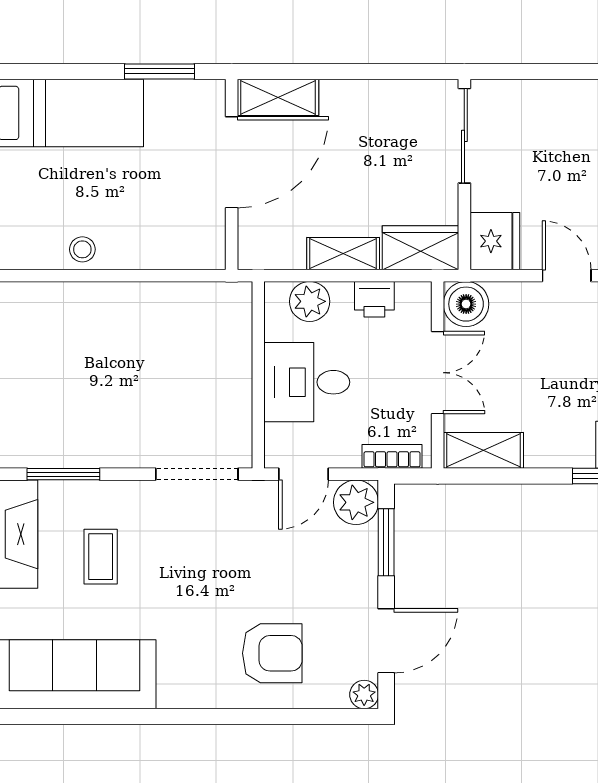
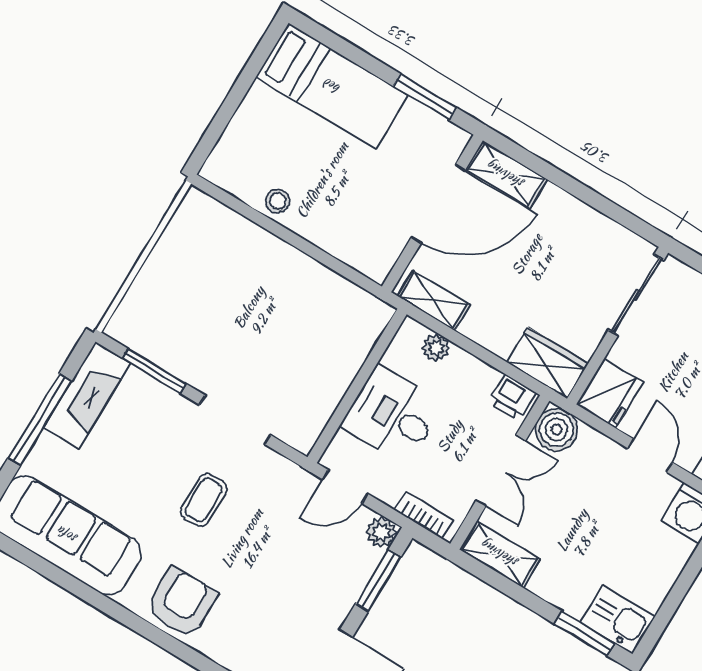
shelving: (343, 254) -> (434, 300), moved
printer: (374, 299) -> (512, 397), moved
plant: (310, 301) -> (436, 348), width x0.73, depth x0.73
doorway: (197, 474) -> (235, 420), moved
plant: (356, 502) -> (381, 532), width x0.73, depth x0.73
coffee table: (101, 557) -> (204, 500), moved
armchair: (272, 653) -> (181, 603), moved, turned -90

